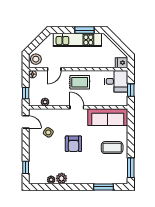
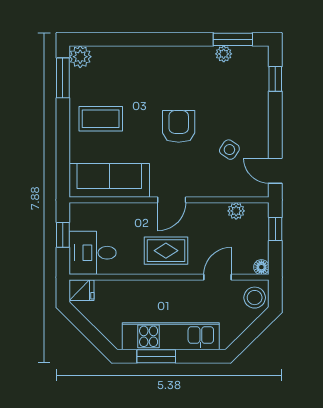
door: (77, 107) -> (172, 200), hinge flipped
plant: (62, 178) -> (80, 57), moved
window: (104, 187) -> (233, 39), moved

